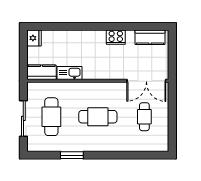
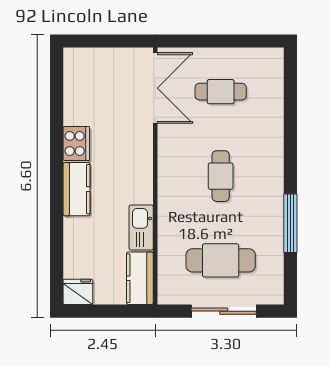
kitchen counter: (150, 37) -> (76, 189), moved
cafe table: (98, 117) -> (221, 176), width x0.73, depth x0.74
window: (72, 155) -> (290, 223), width x1.44

